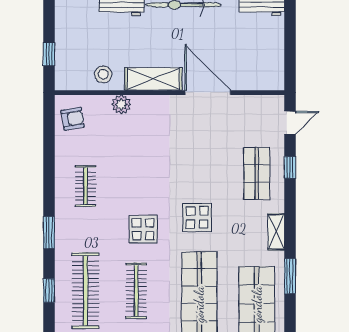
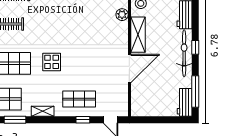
display table: (143, 229) -> (44, 28), removed

